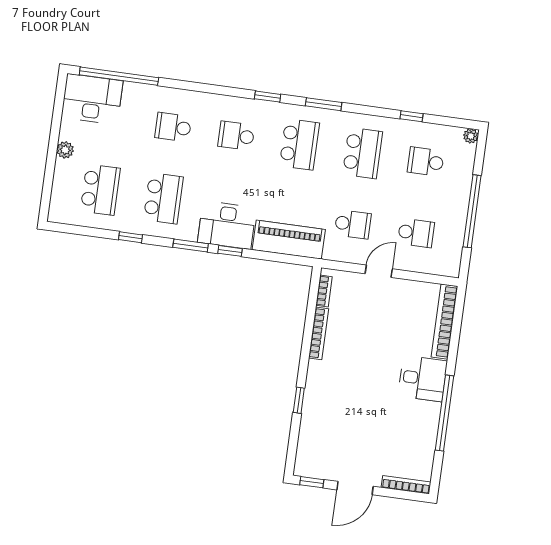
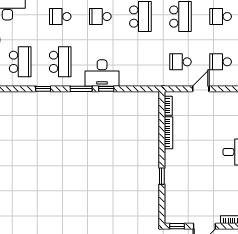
school desk: (353, 224) -> (180, 62), turned 180
school desk: (416, 233) -> (221, 62), turned 180
piano: (289, 240) -> (142, 77), removed

